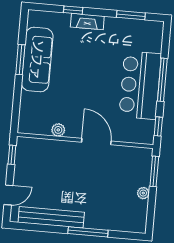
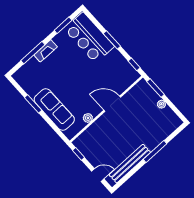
window: (73, 10) -> (33, 53), width x2.17
sofa: (37, 60) -> (54, 109), moved
window: (162, 80) -> (112, 40), width x0.69
bar counter: (140, 85) -> (89, 38), moved
door: (8, 195) -> (98, 175), hinge flipped

